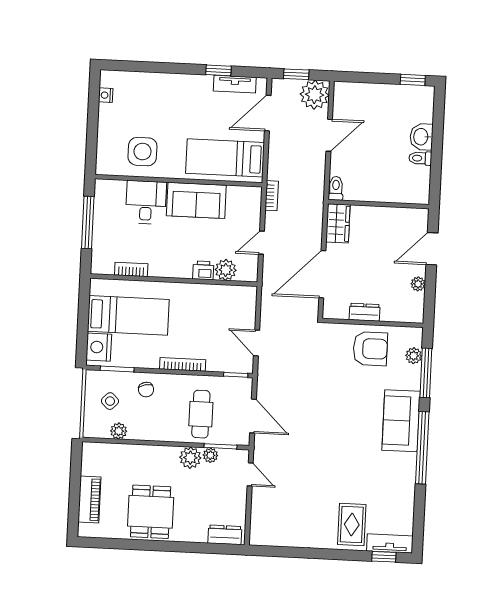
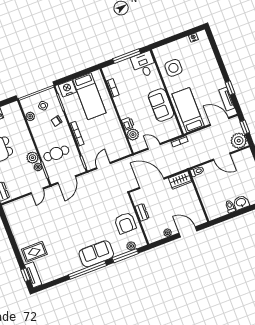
desk: (146, 202) -> (144, 65), moved, turned -90

